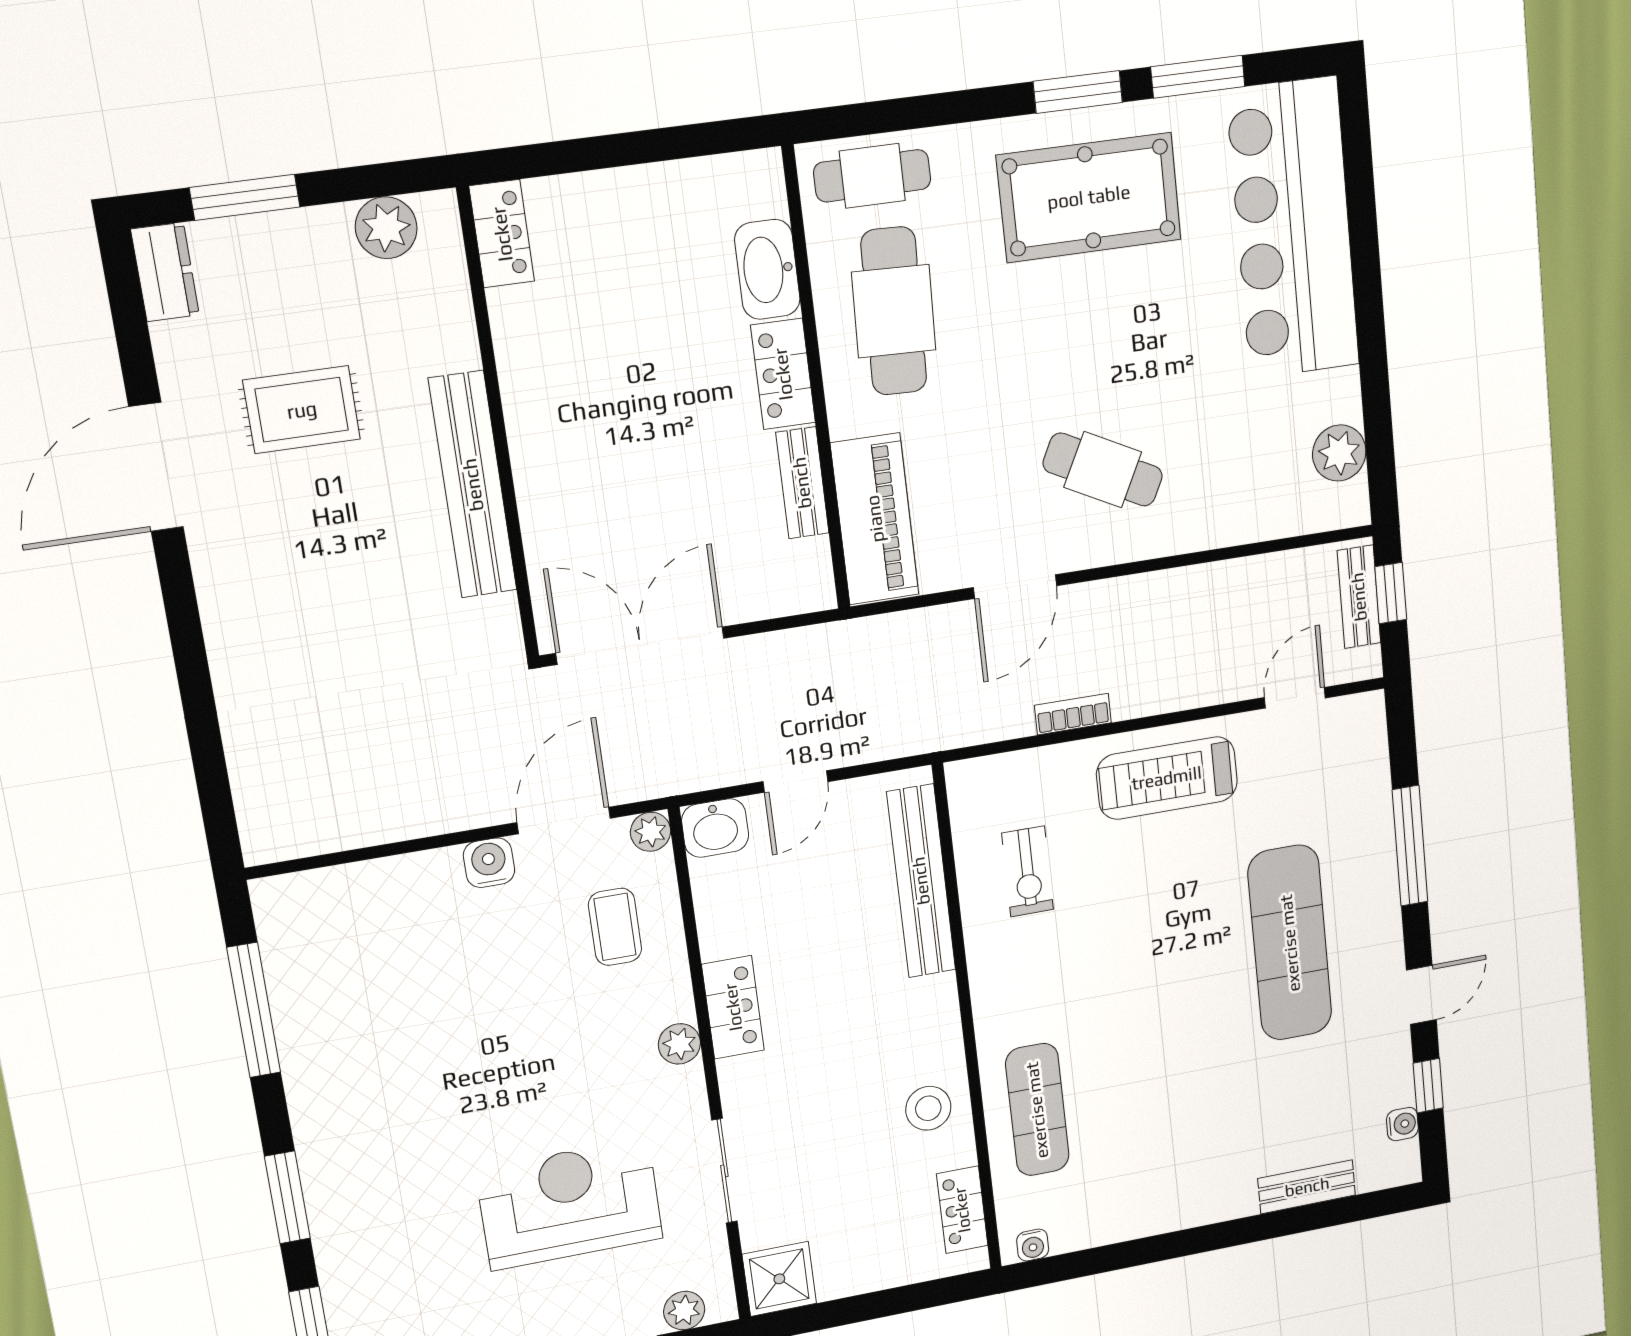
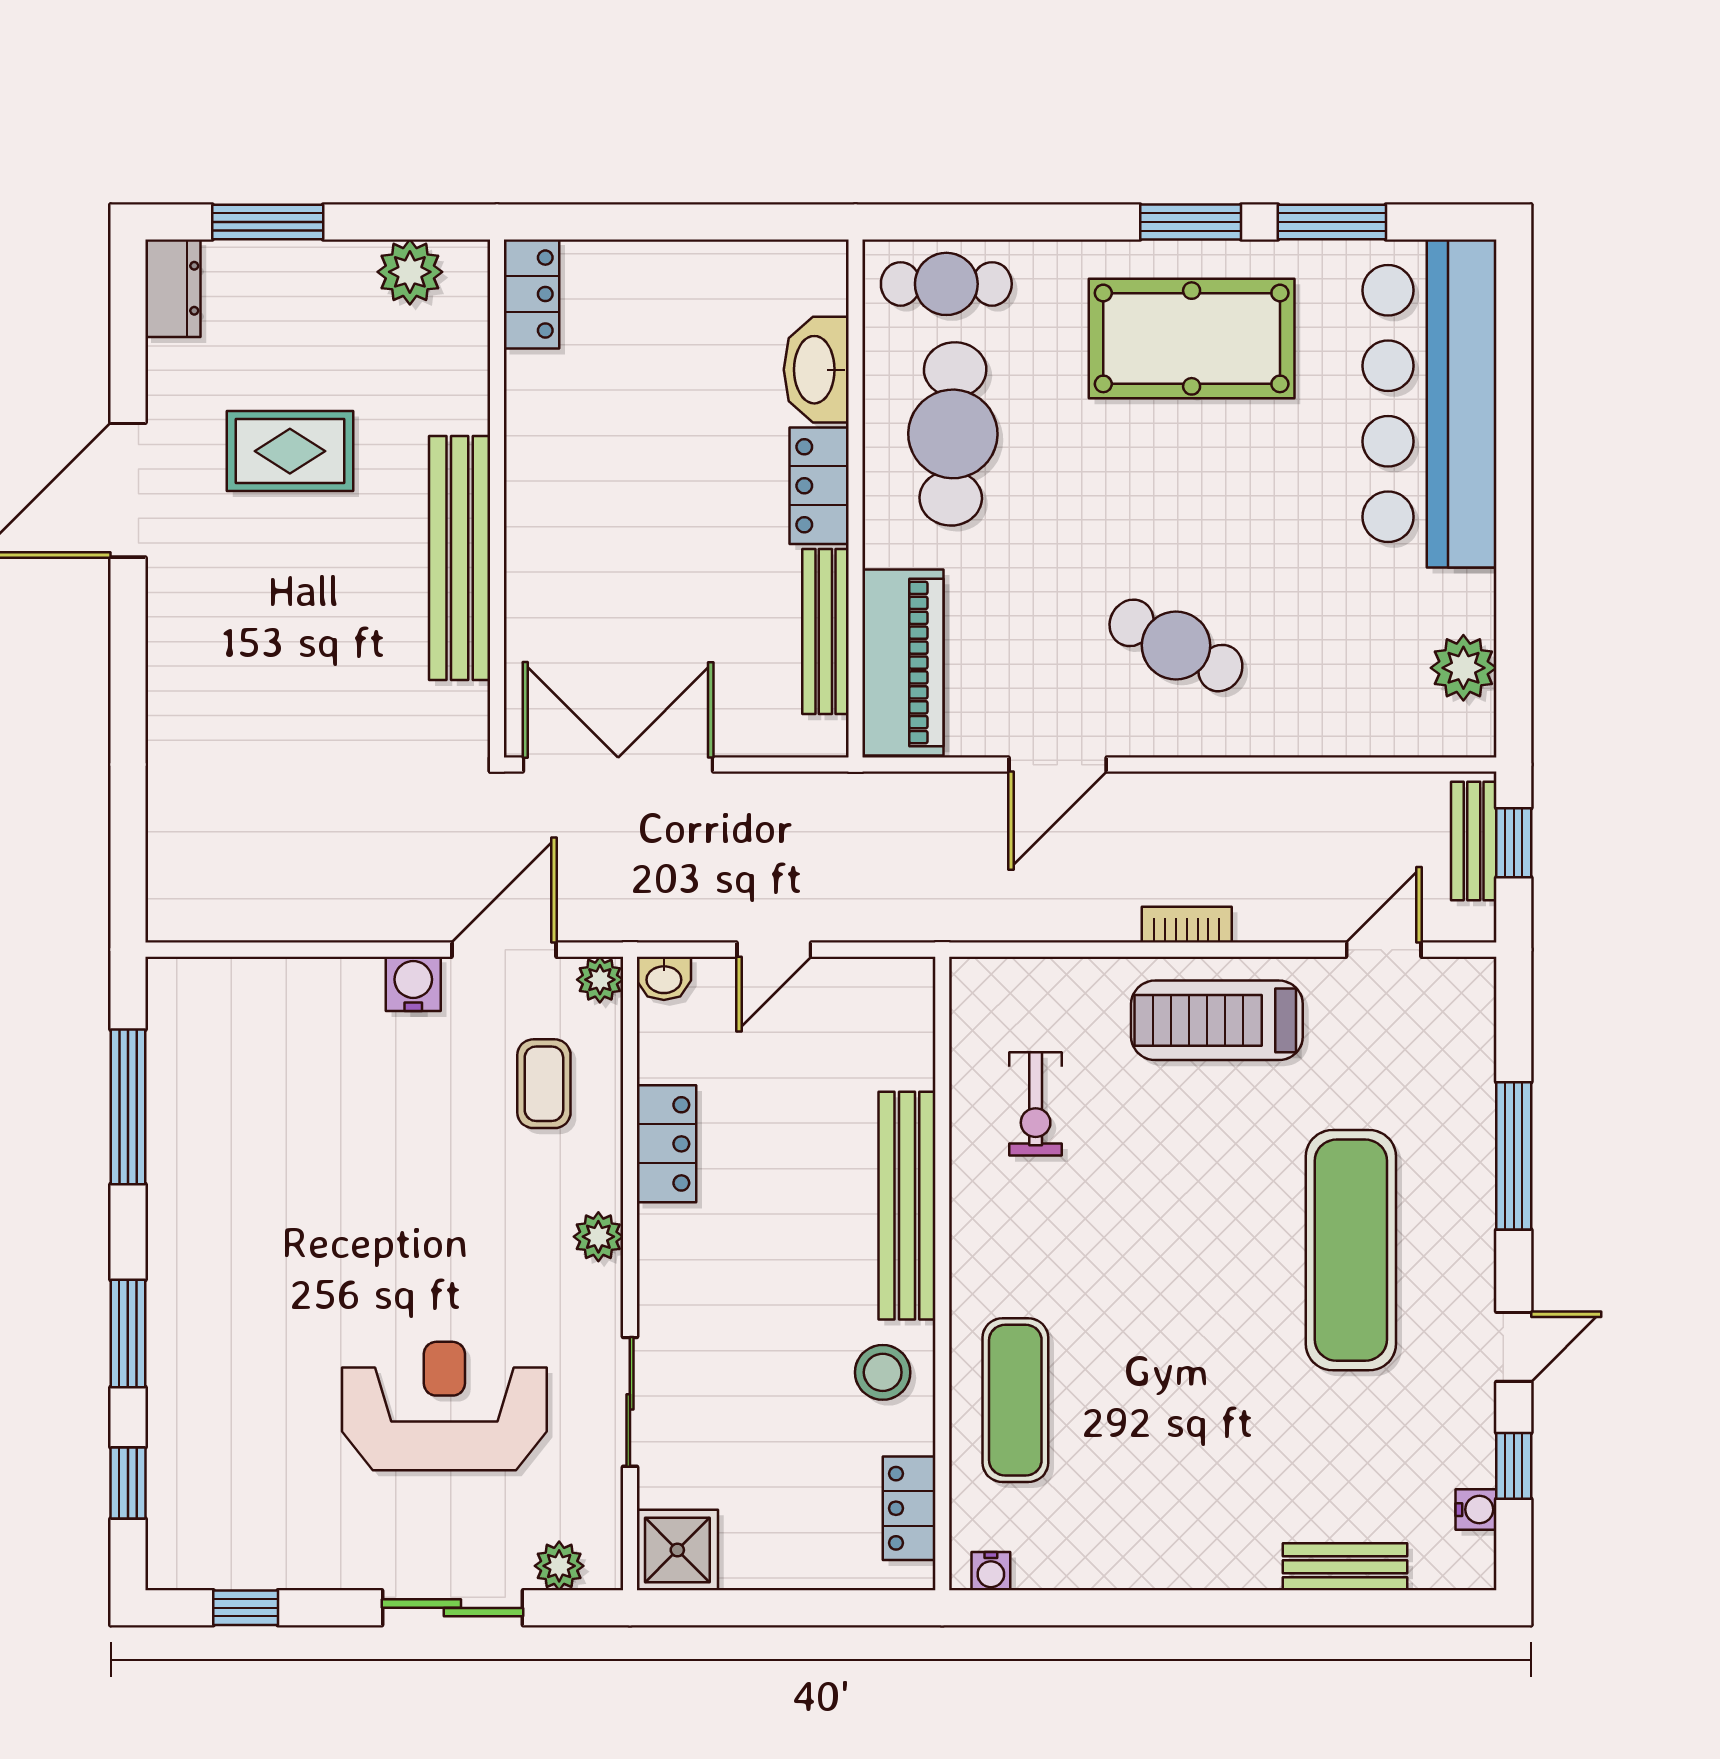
bench: (802, 483) -> (825, 632), width x1.36
bookcase: (1073, 714) -> (1187, 925), moved
washbasin: (715, 828) -> (664, 978), width x0.72, depth x0.69
bench: (921, 881) -> (907, 1206), moved
locker: (733, 1007) -> (667, 1144), moved

